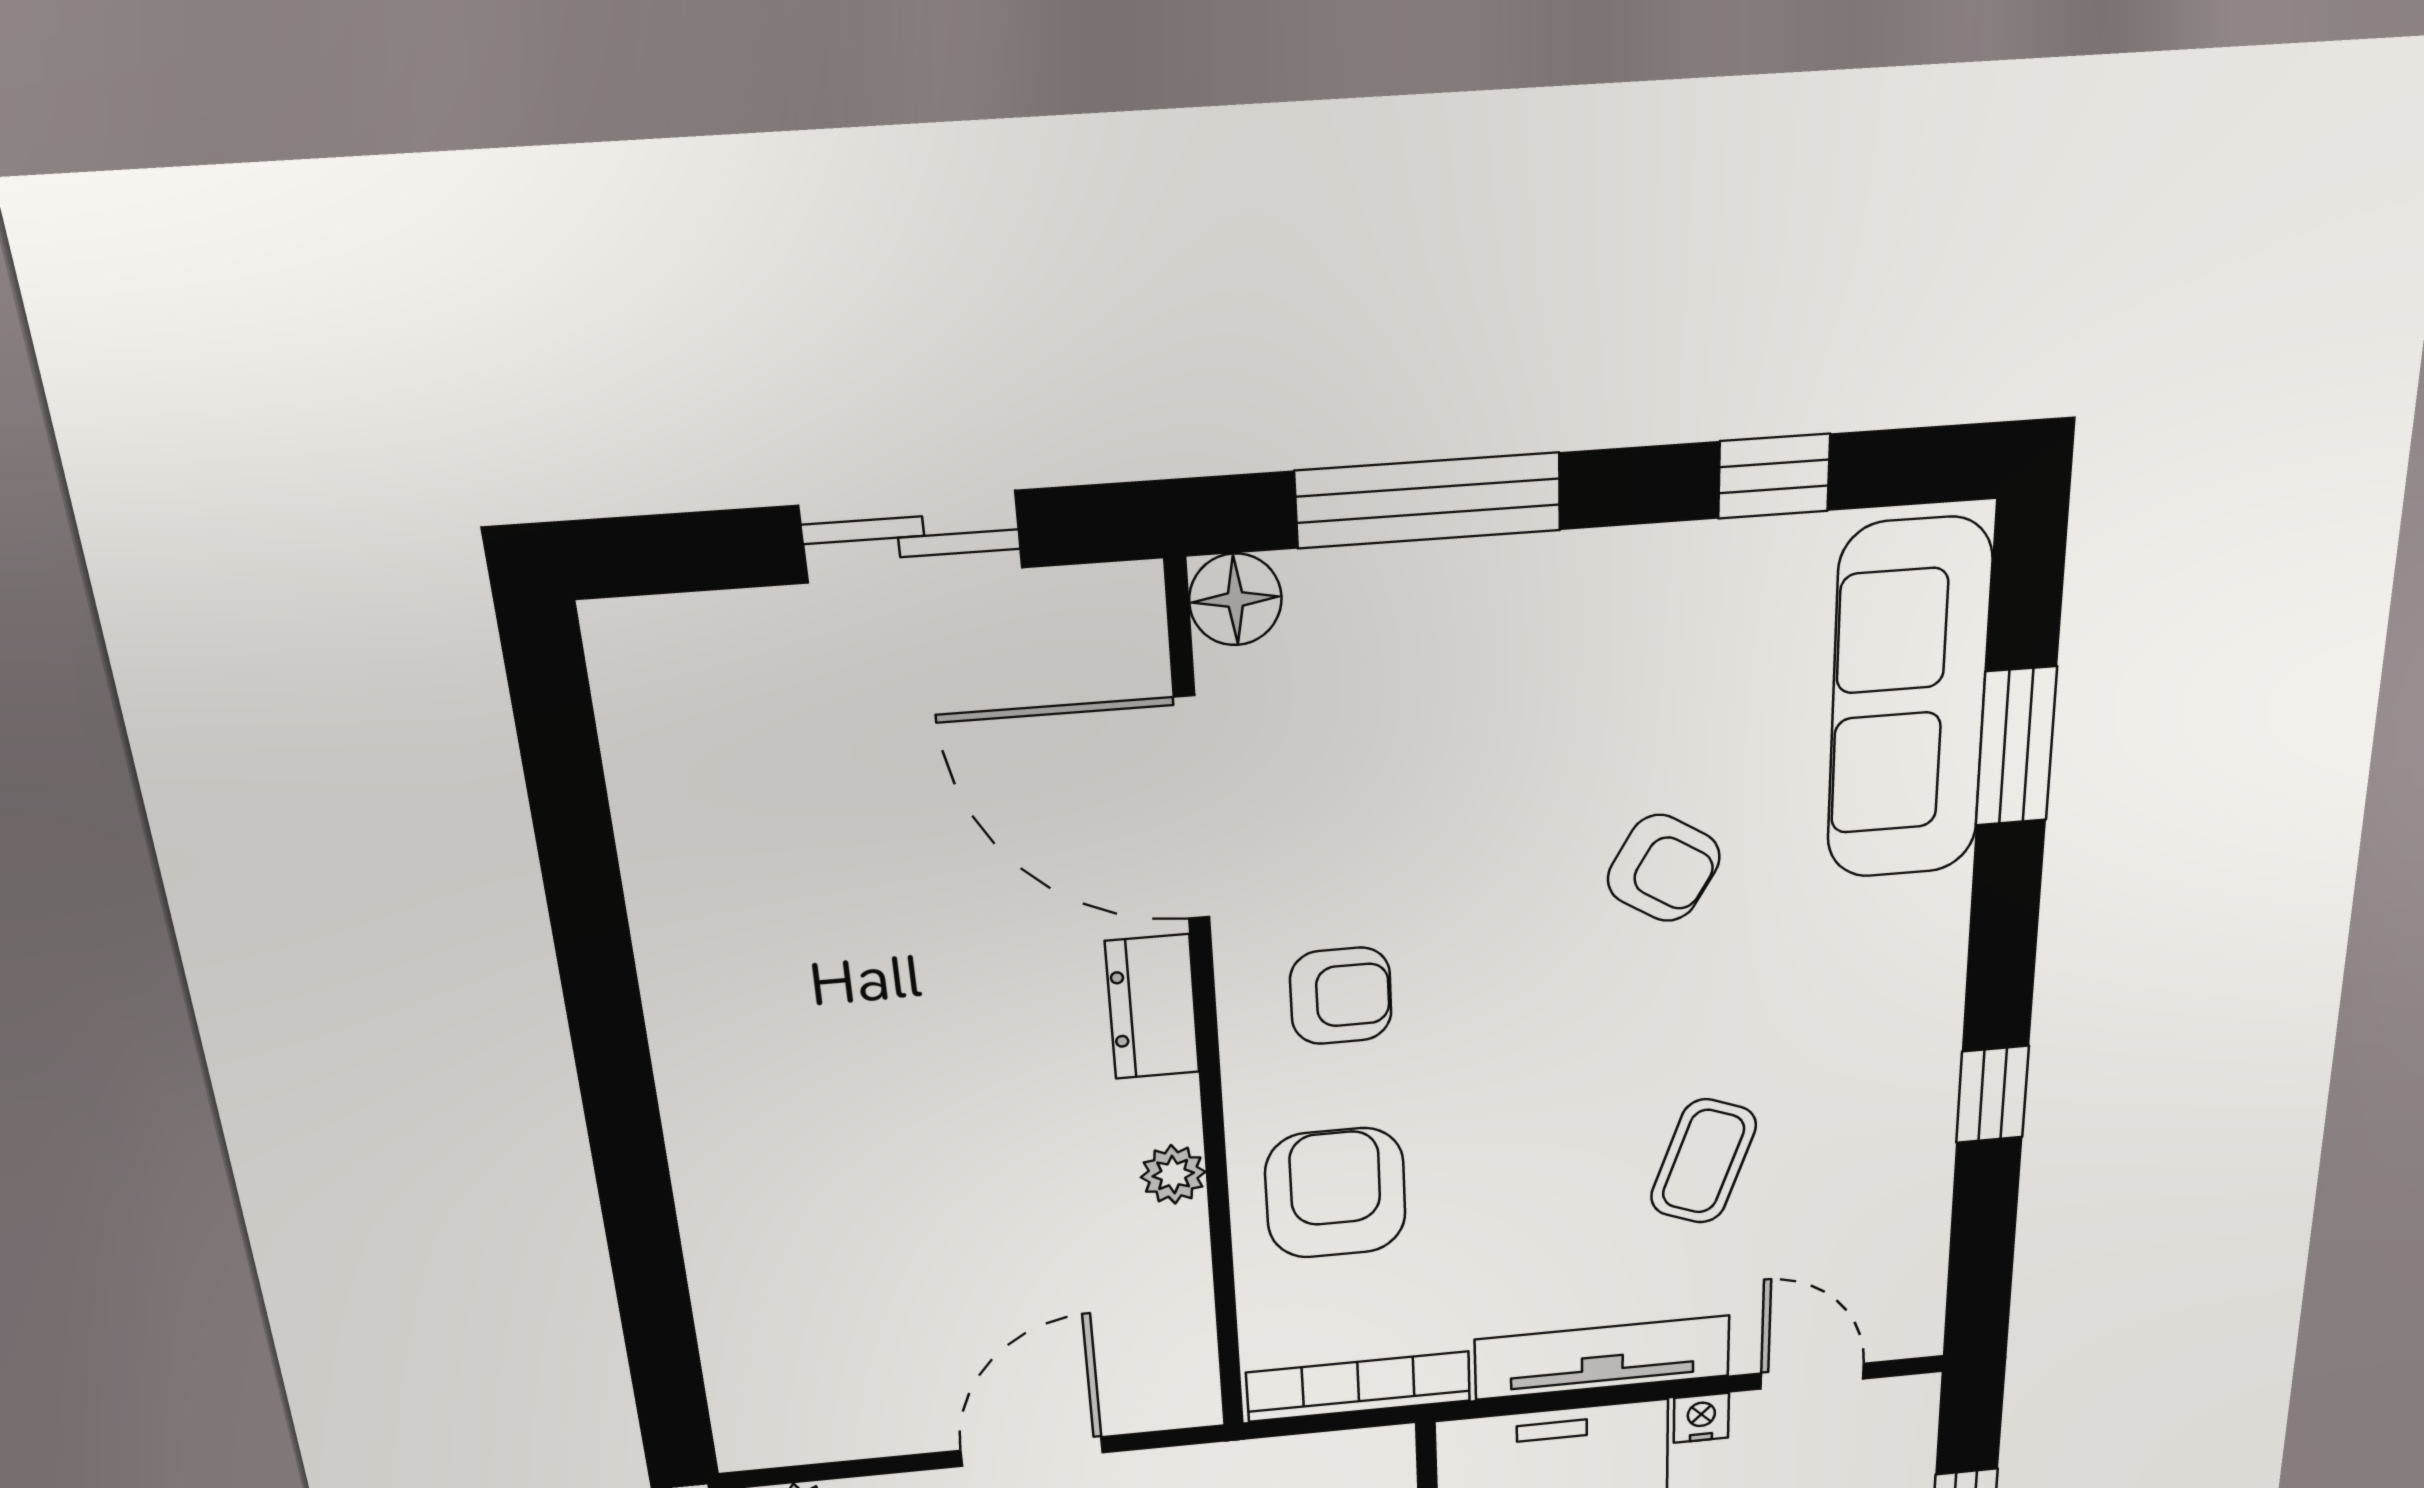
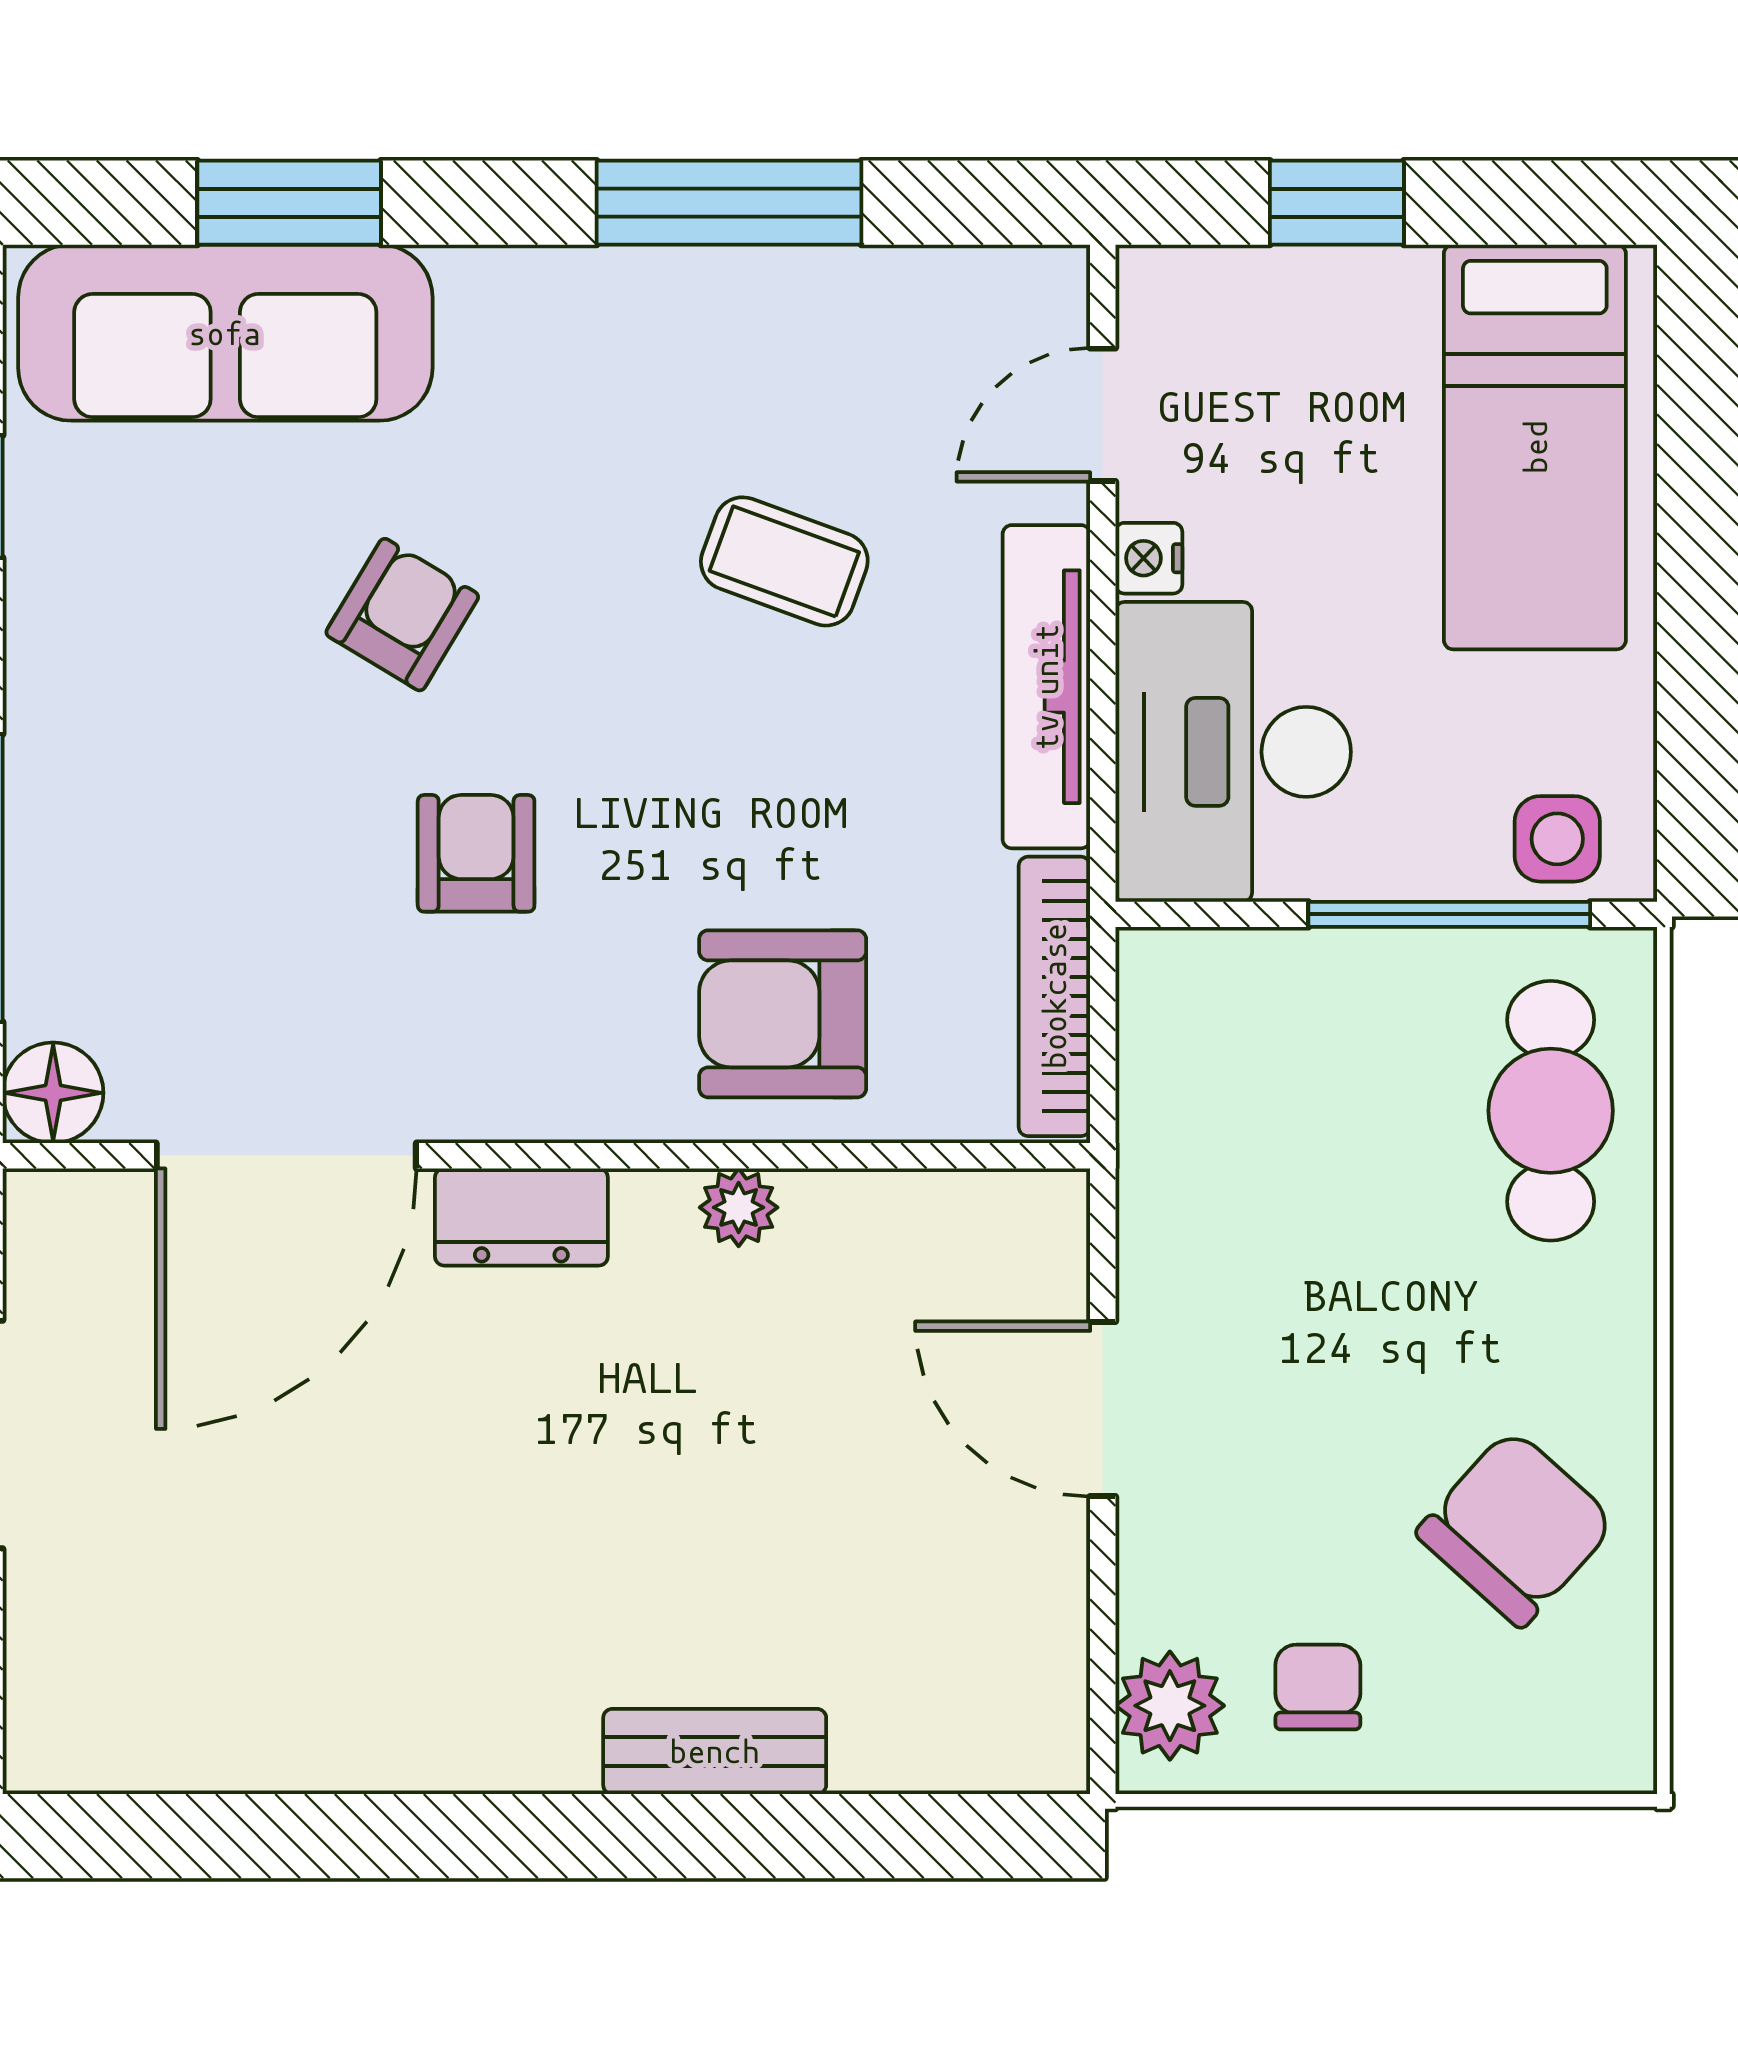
armchair: (1341, 996) -> (476, 853), moved
window: (1992, 1095) -> (729, 203), width x2.17
bench: (710, 1197) -> (715, 1751), added

